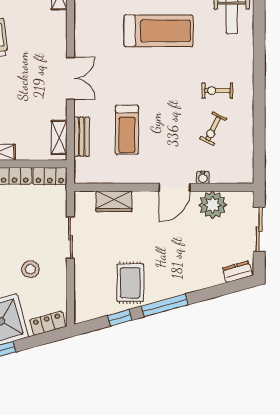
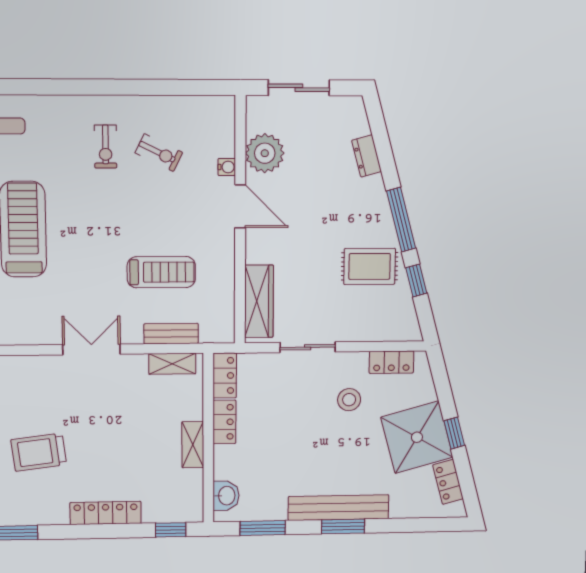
wardrobe: (114, 201) -> (259, 301), width x1.50
dresser: (237, 272) -> (367, 156), moved
locker: (48, 323) -> (391, 362), moved, turned -75

